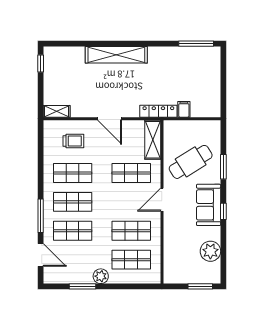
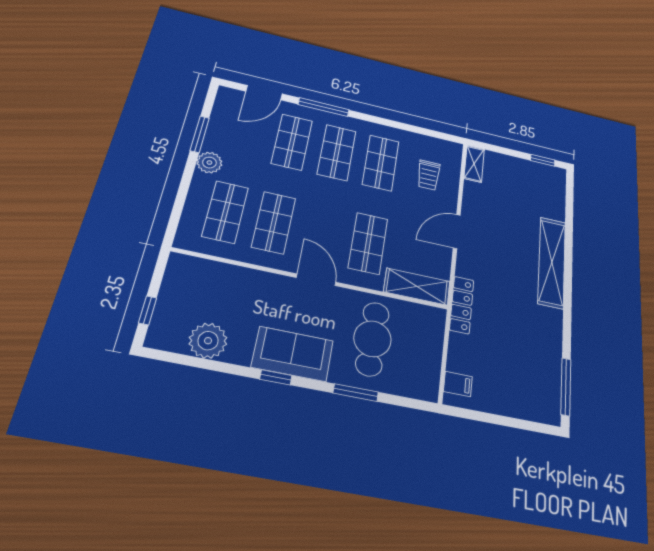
filing cabinet: (184, 109) -> (458, 384), moved
cafe table: (191, 162) -> (372, 339), turned 32
window: (200, 286) -> (148, 310), width x0.67

